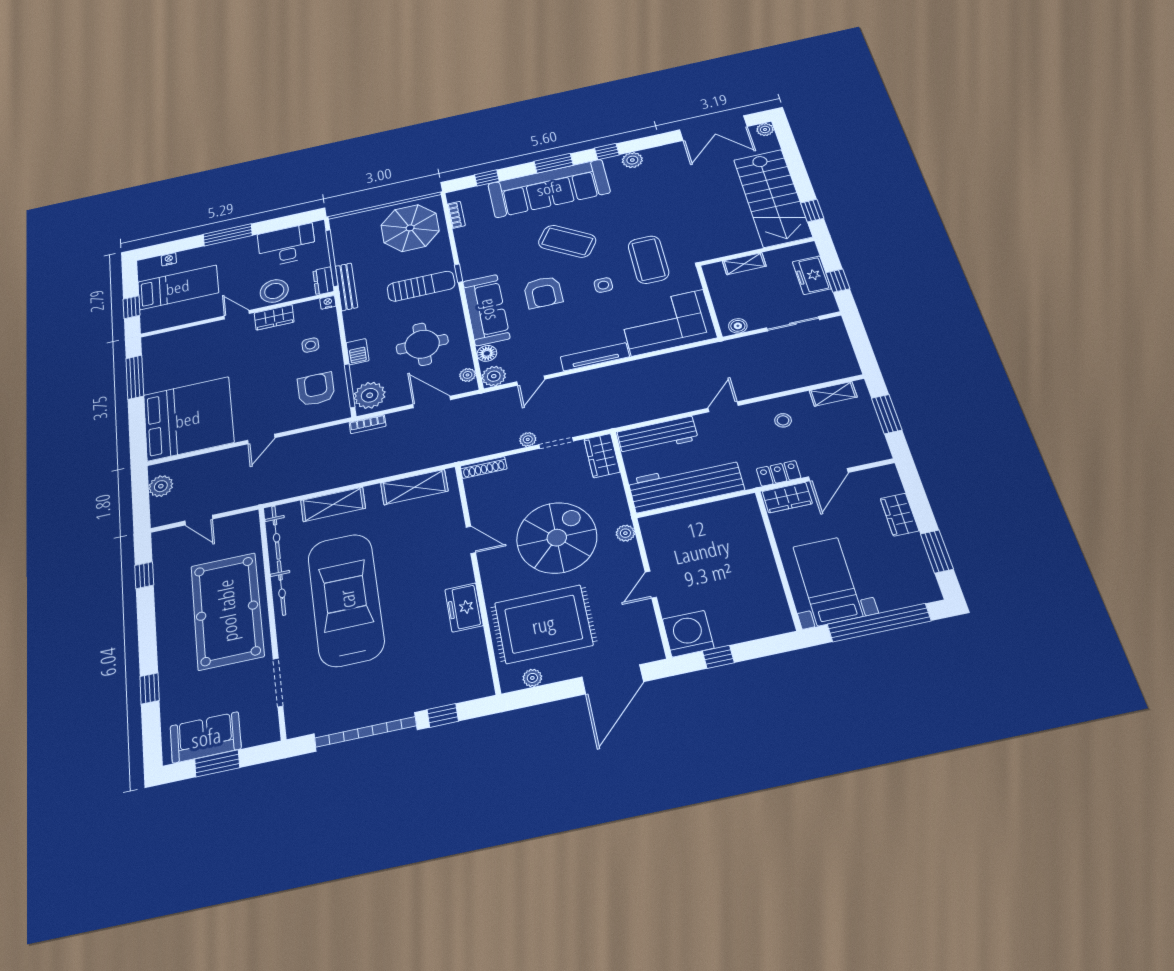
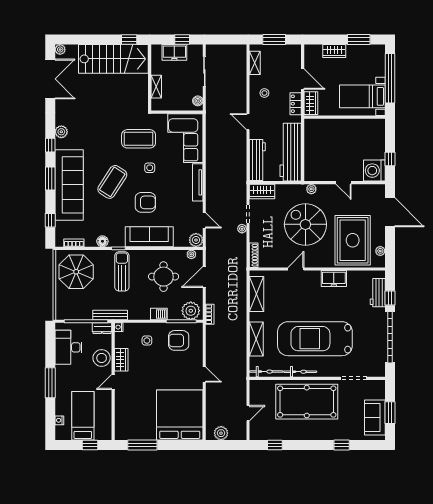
floor lamp: (487, 353) -> (102, 241), moved
workbench: (450, 691) -> (378, 293), added

